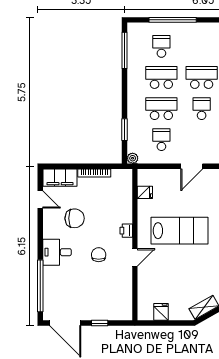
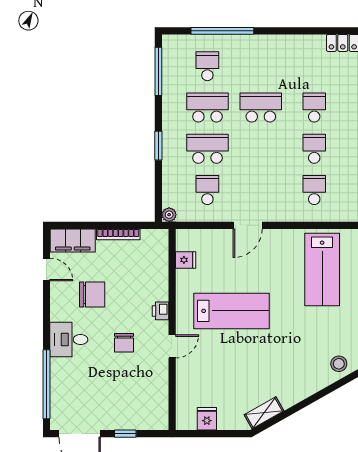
school desk: (202, 109) -> (261, 149), removed
window: (125, 130) -> (158, 146), moved
chair: (99, 255) -> (124, 343), turned 180

